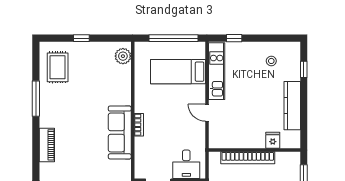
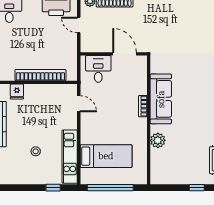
plant: (123, 56) -> (158, 140), moved
stool: (271, 61) -> (36, 151), moved
door: (207, 113) -> (79, 104), moved

